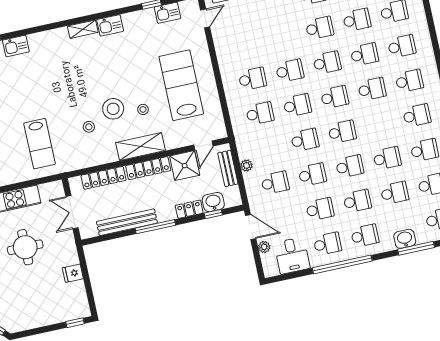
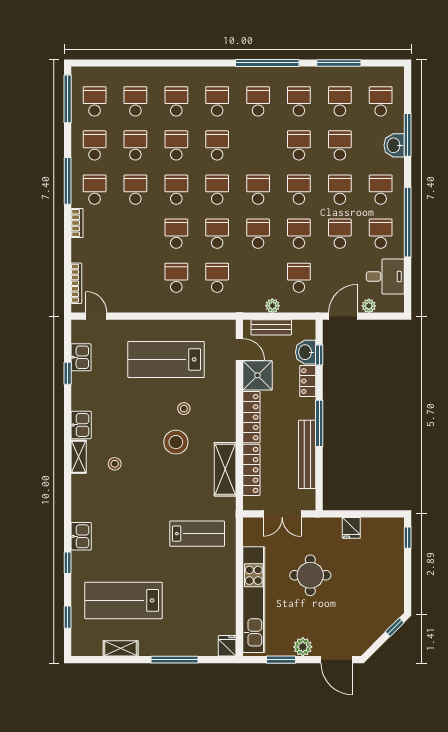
stool: (89, 127) -> (115, 464), moved
shelving: (140, 147) -> (225, 469), moved

